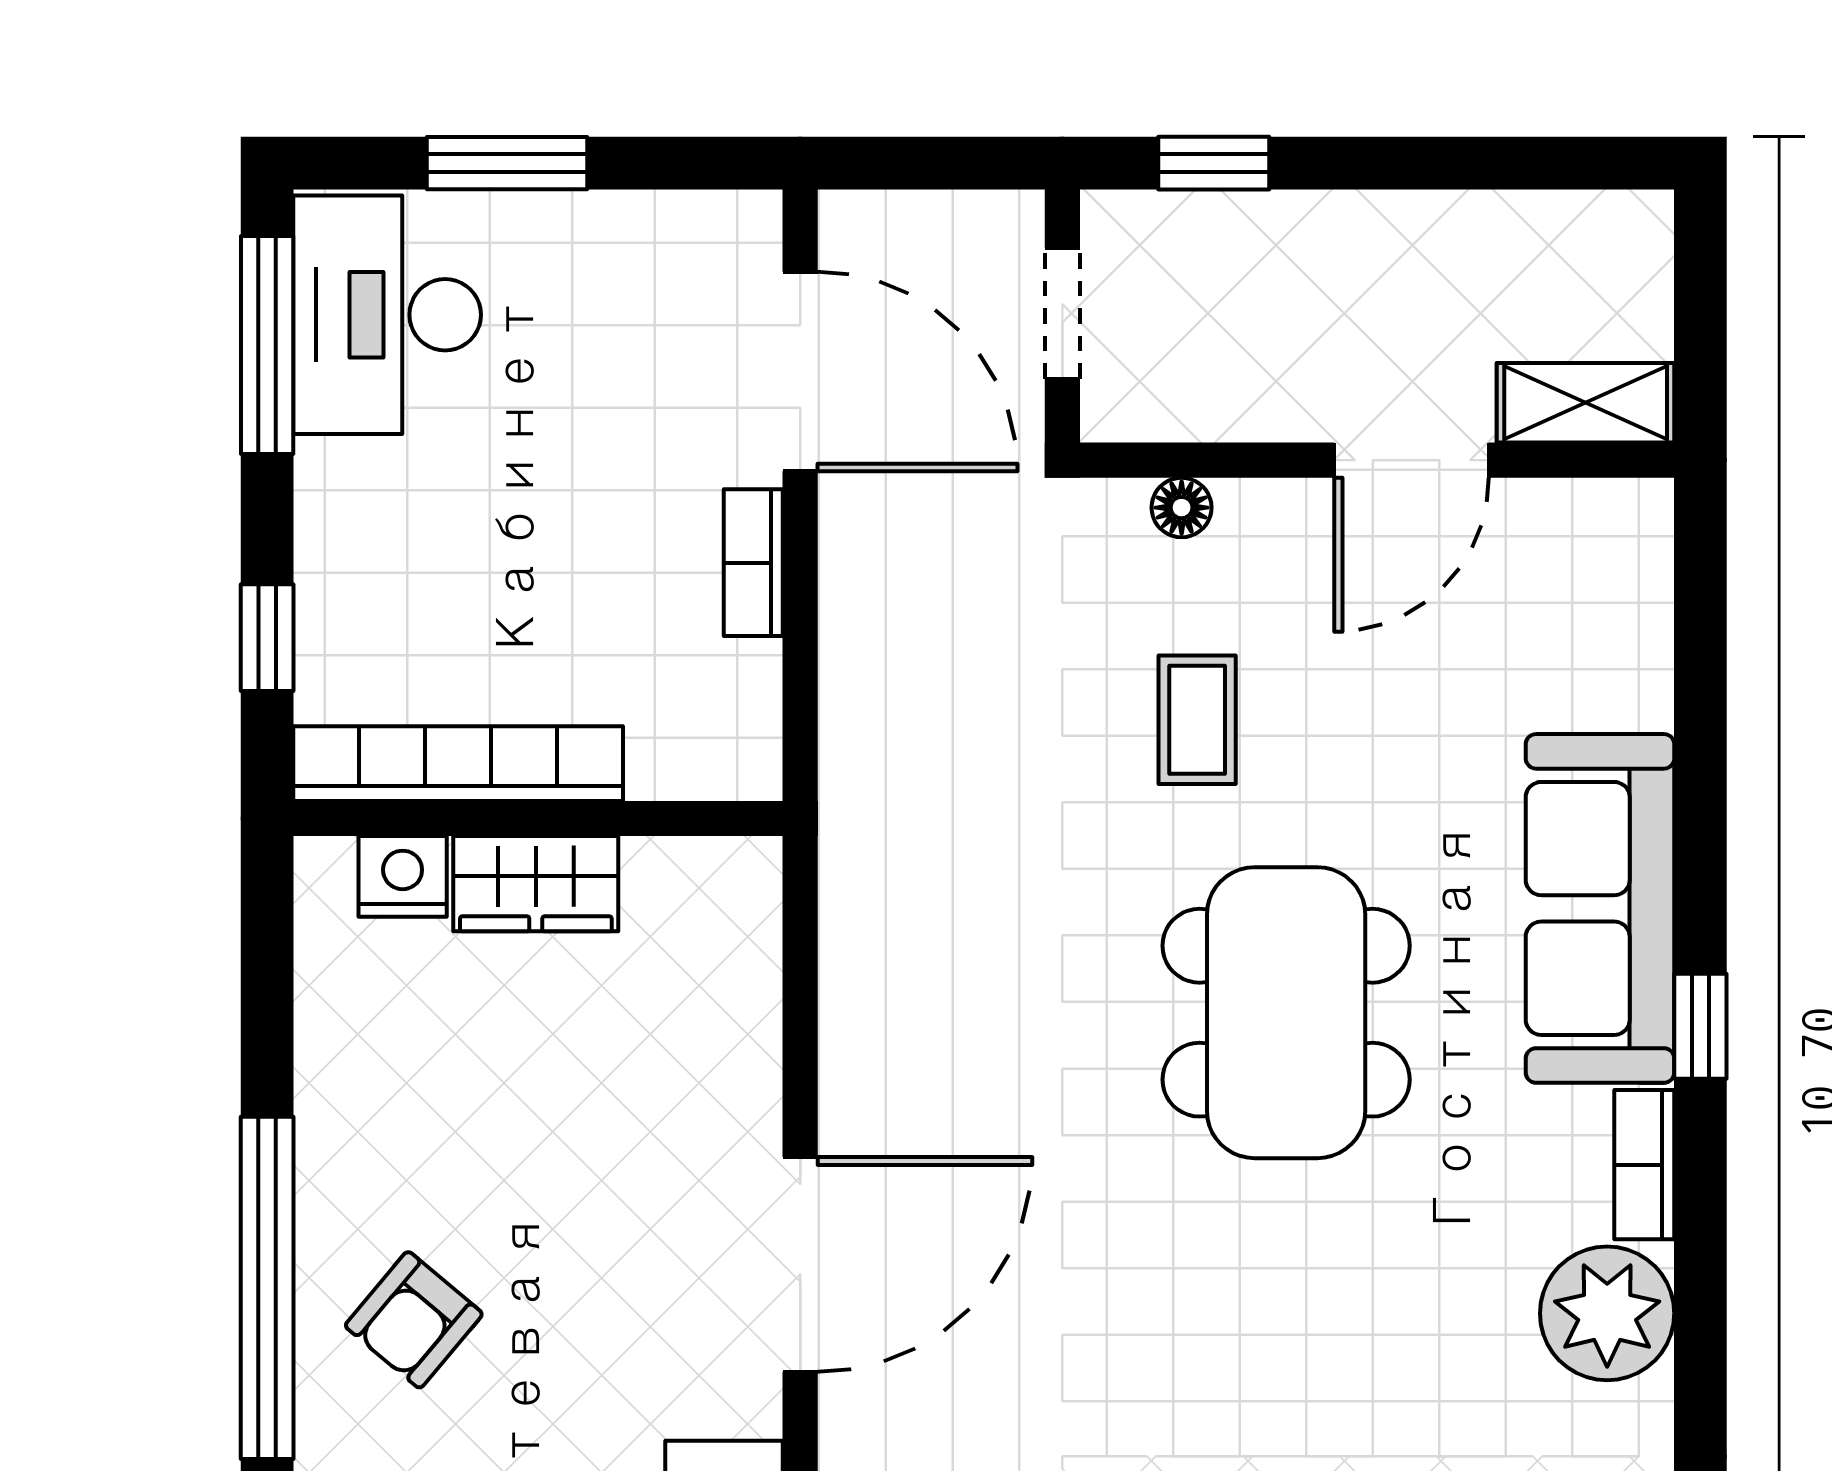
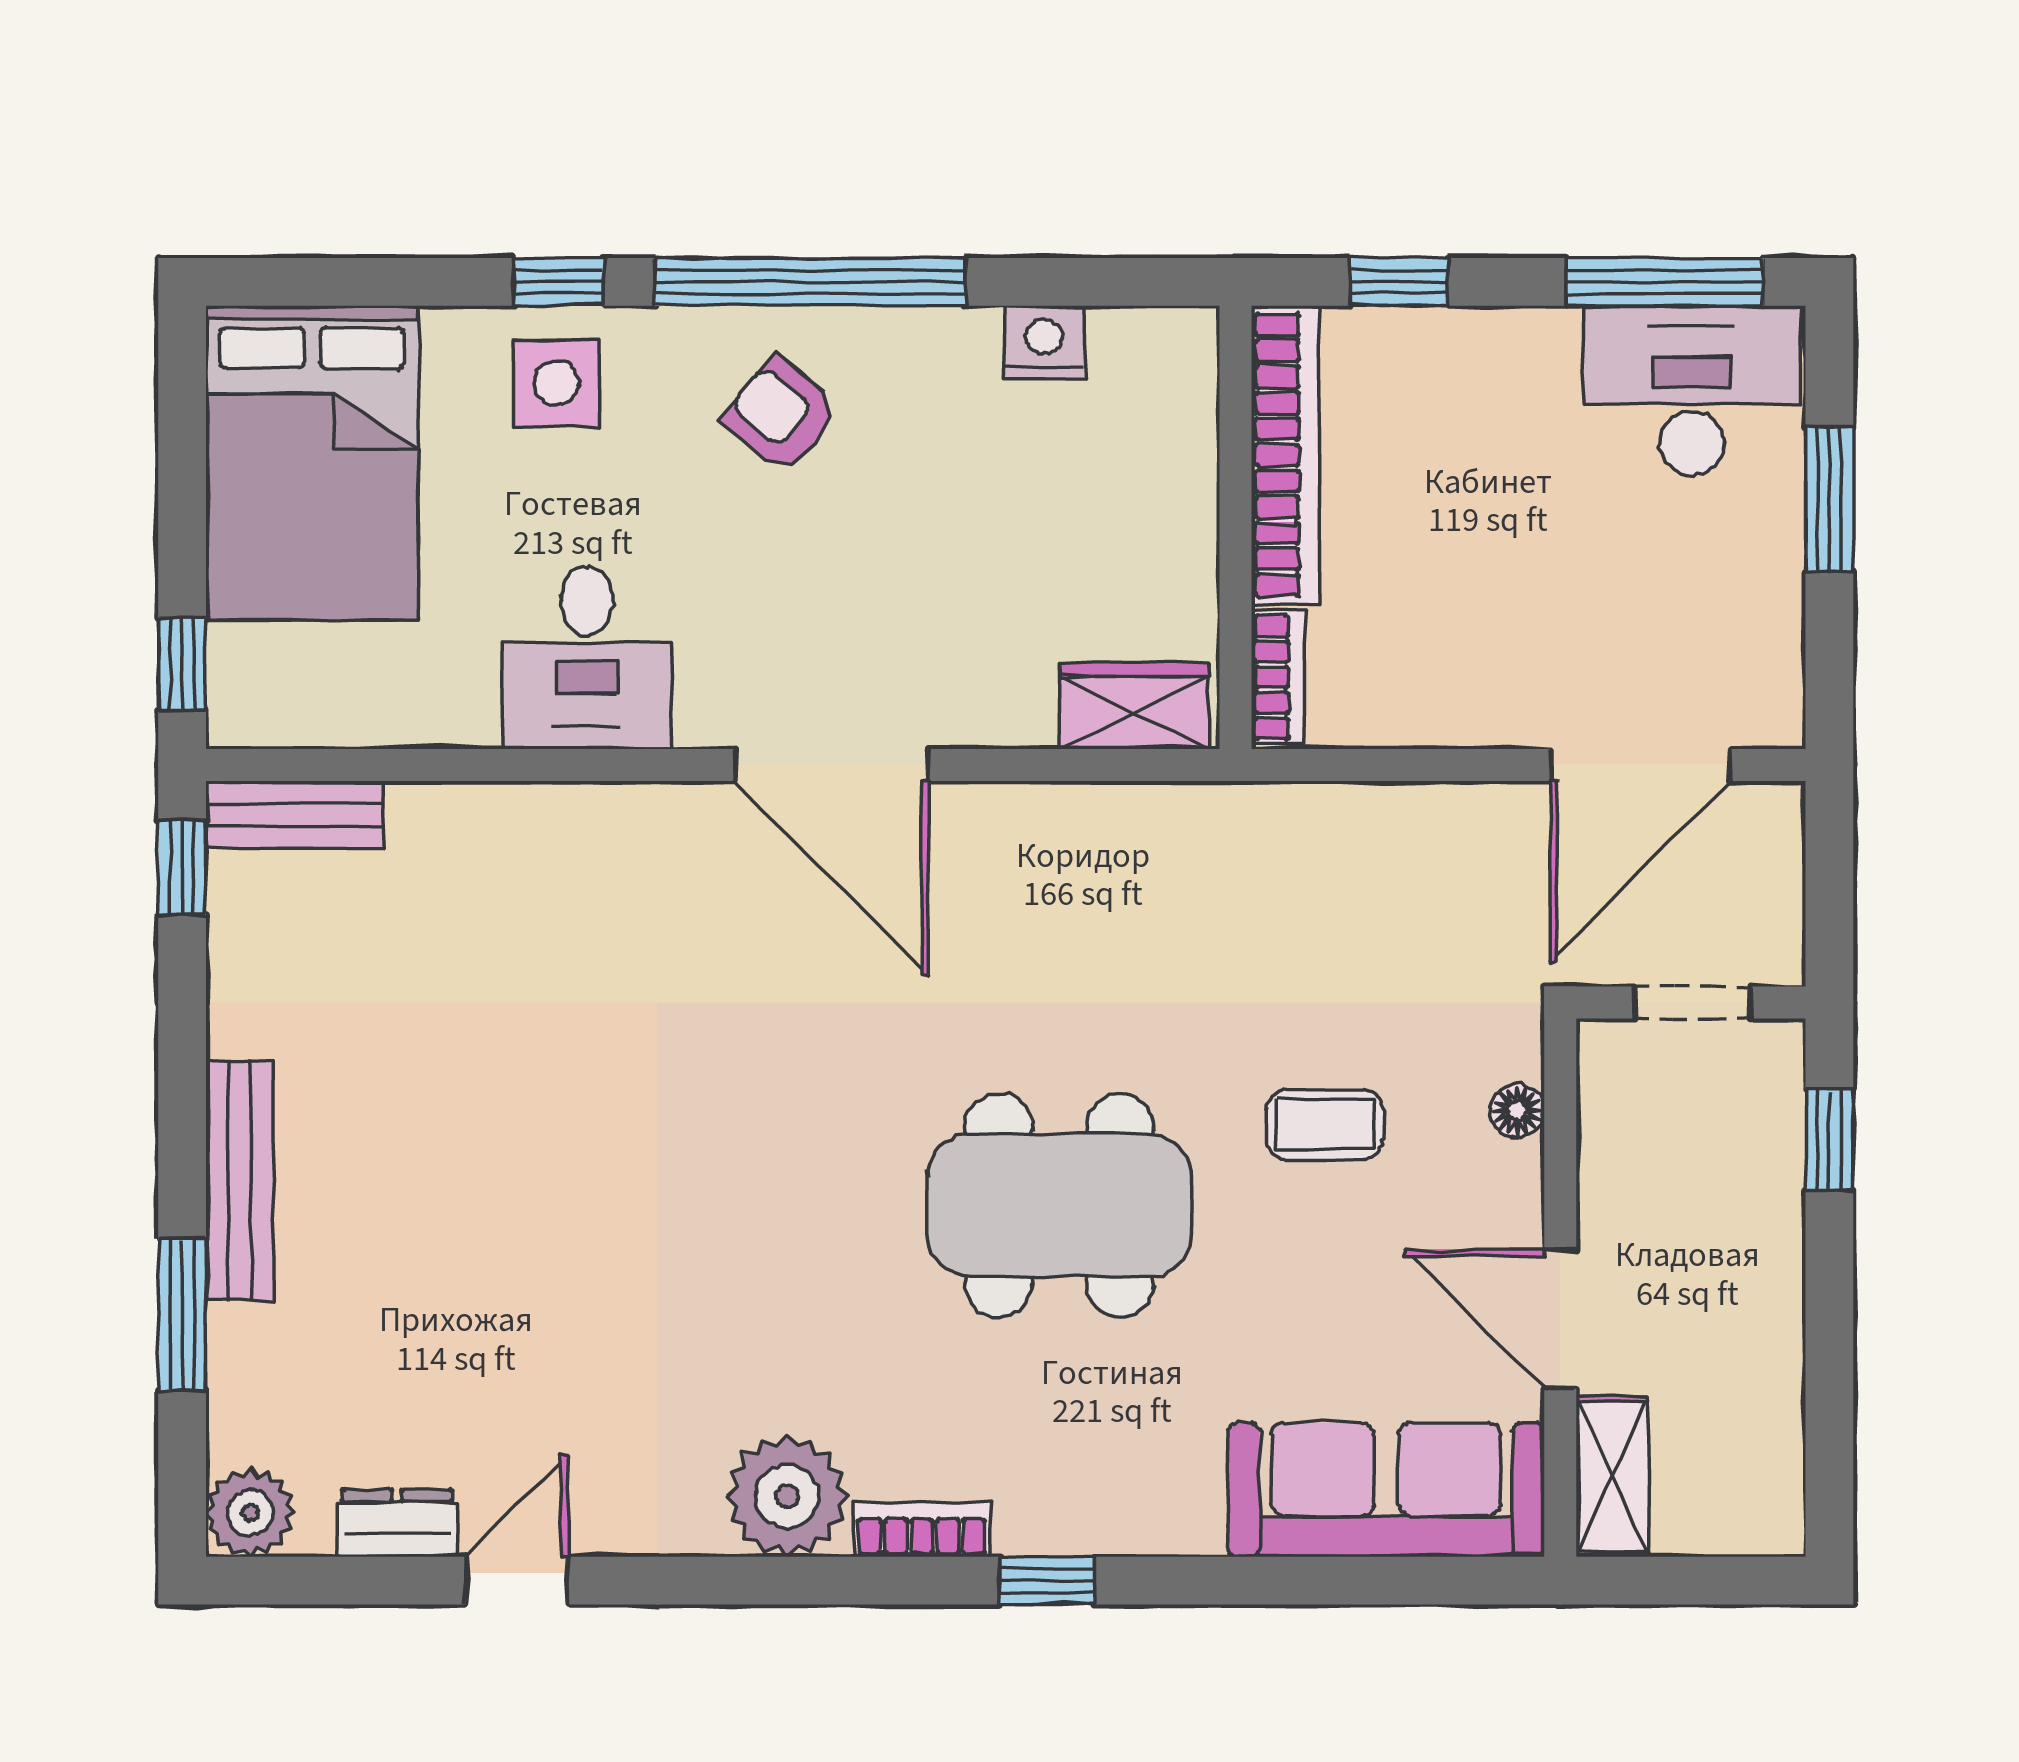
bookcase: (753, 563) -> (1278, 677), moved, turned 90
nightstand: (403, 876) -> (1044, 342), moved, turned -90
wardrobe: (536, 884) -> (1134, 706), moved, turned 90
sofa: (1600, 908) -> (1386, 1490), moved

